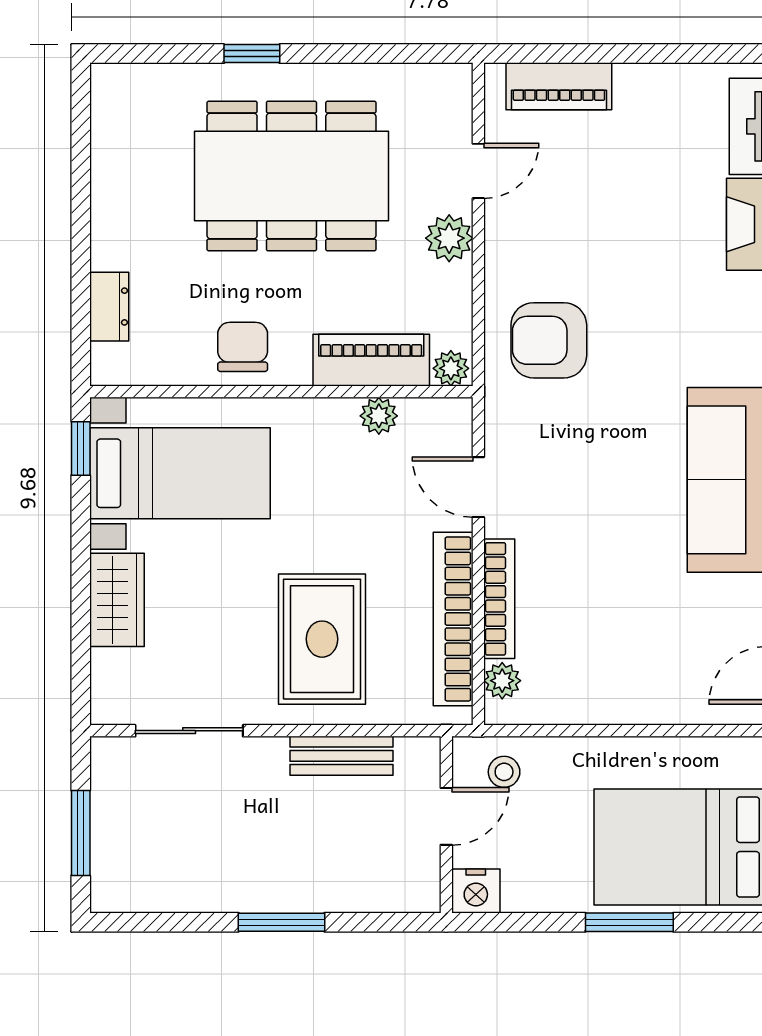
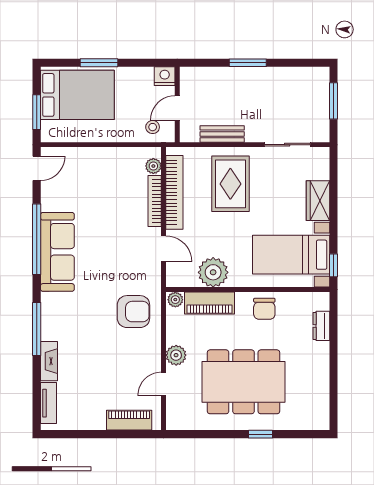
plant: (379, 416) -> (213, 272), width x1.87, depth x1.87

